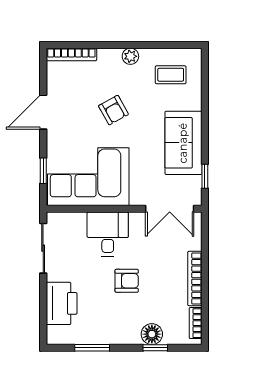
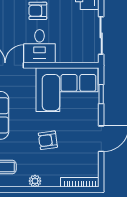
armchair: (113, 110) -> (48, 140), turned -69
desk: (108, 234) -> (40, 46), moved

